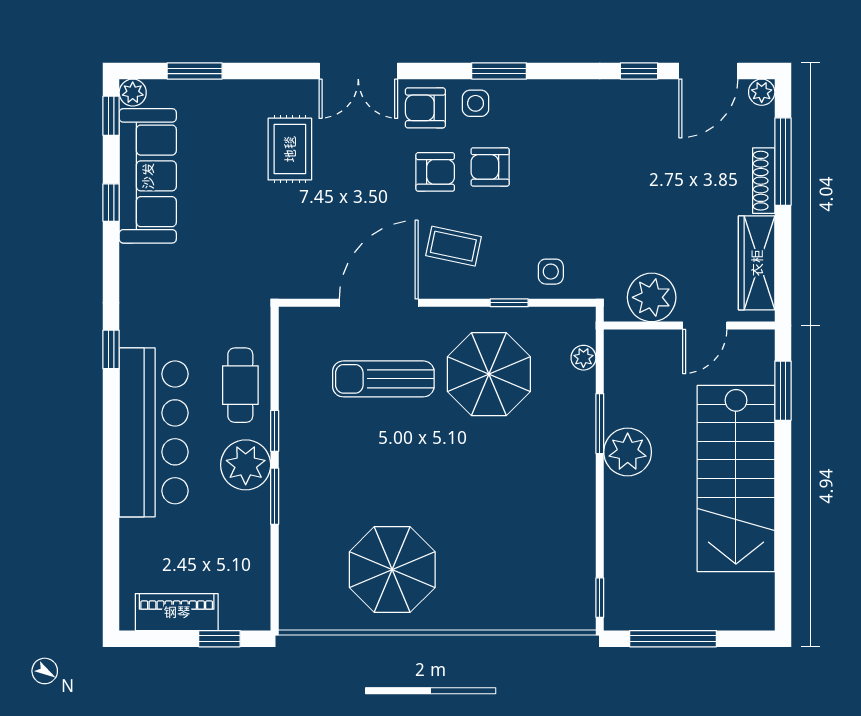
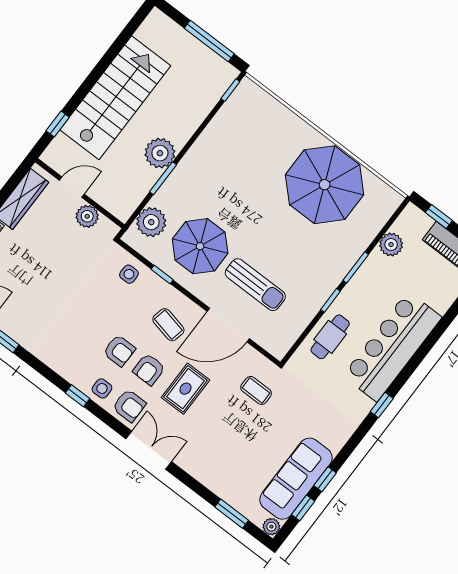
window: (499, 71) -> (78, 396), width x0.67
window: (111, 116) -> (303, 508), moved
rug: (290, 149) -> (185, 389), moved
armchair: (435, 172) -> (149, 369), turned -90
coffee table: (282, 248) -> (256, 390), added
plant: (652, 297) -> (87, 216), width x0.73, depth x0.73
plant: (583, 358) -> (151, 222), width x1.87, depth x1.87
window: (783, 391) -> (58, 124), width x0.67
plant: (246, 465) -> (391, 245), moved, width x0.73, depth x0.73
parasol: (392, 570) -> (325, 185), width x1.36, depth x1.36

